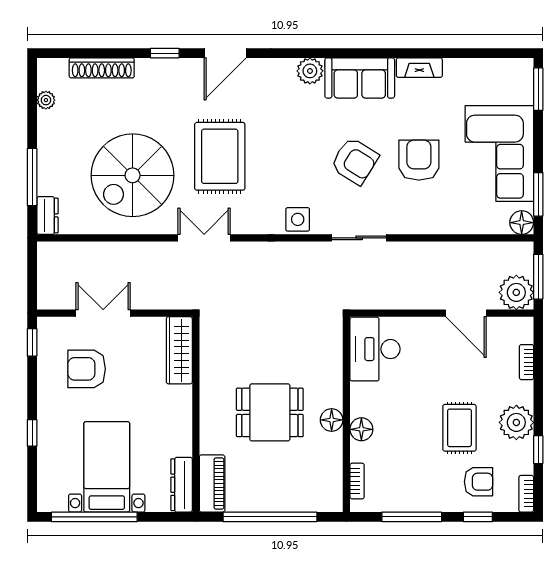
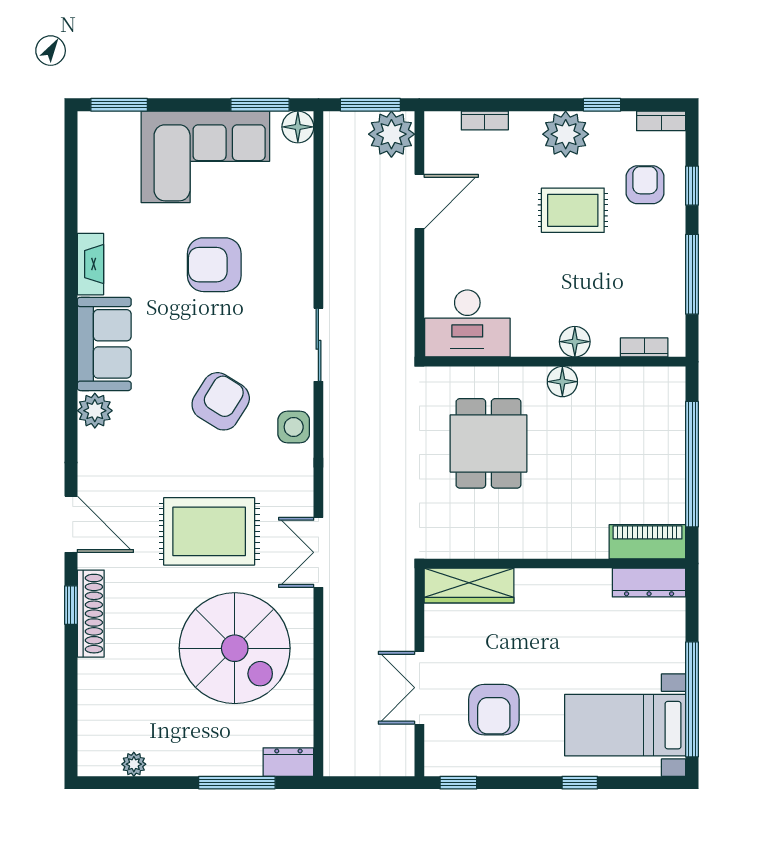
shoe rack: (102, 68) -> (91, 614), moved
armchair: (355, 161) -> (221, 401), moved
dining table: (270, 412) -> (488, 443), moved
bed with nightstands: (107, 467) -> (625, 725), moved

